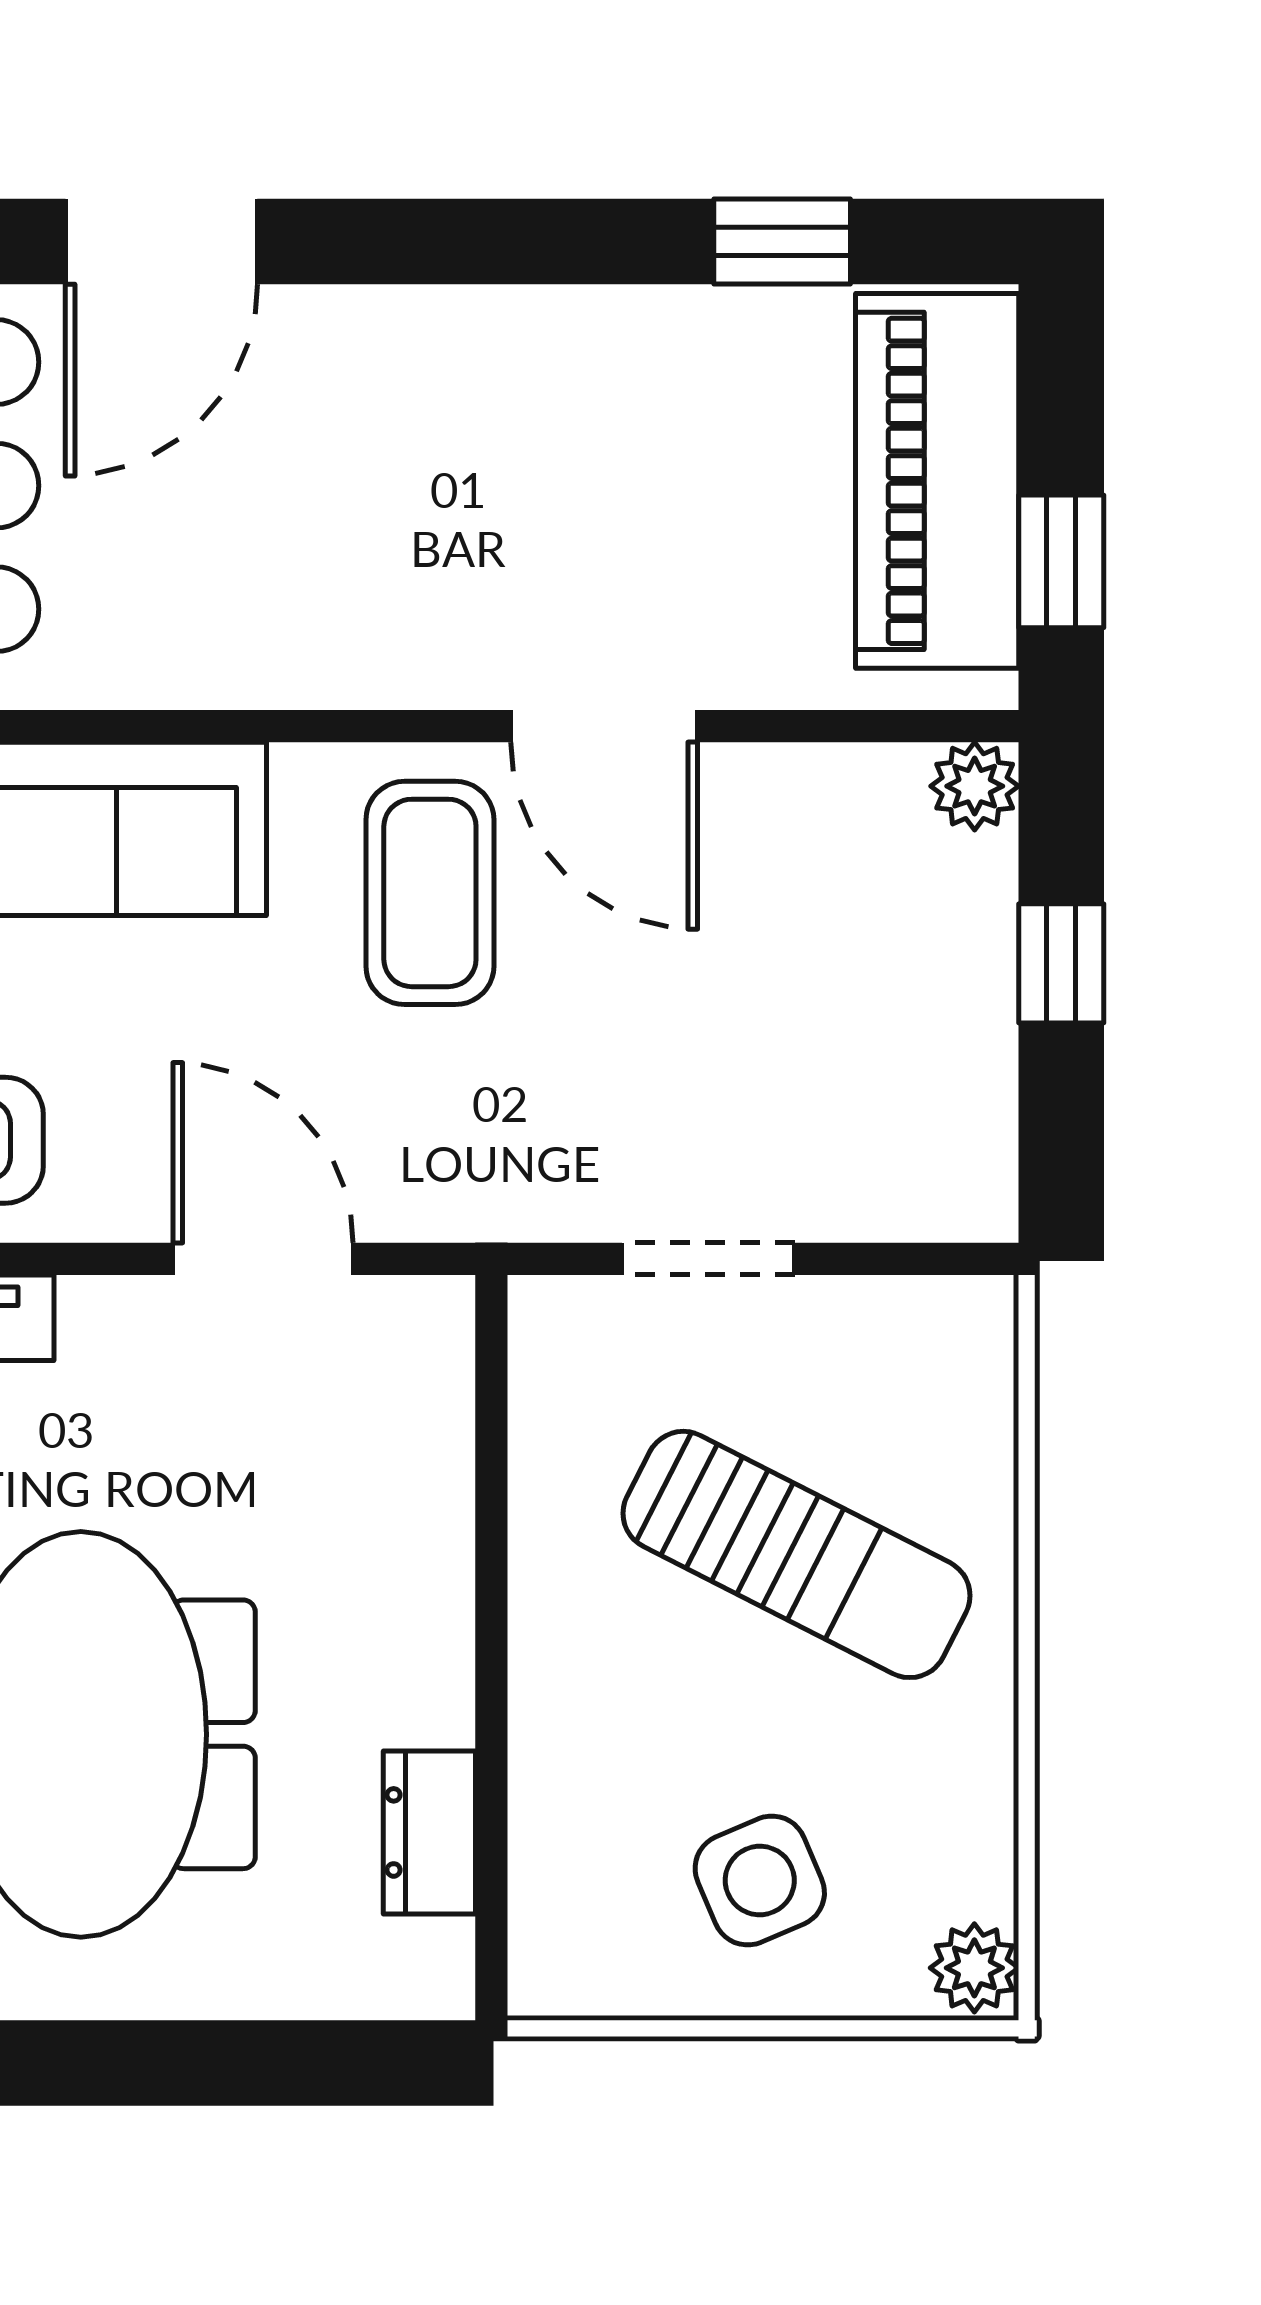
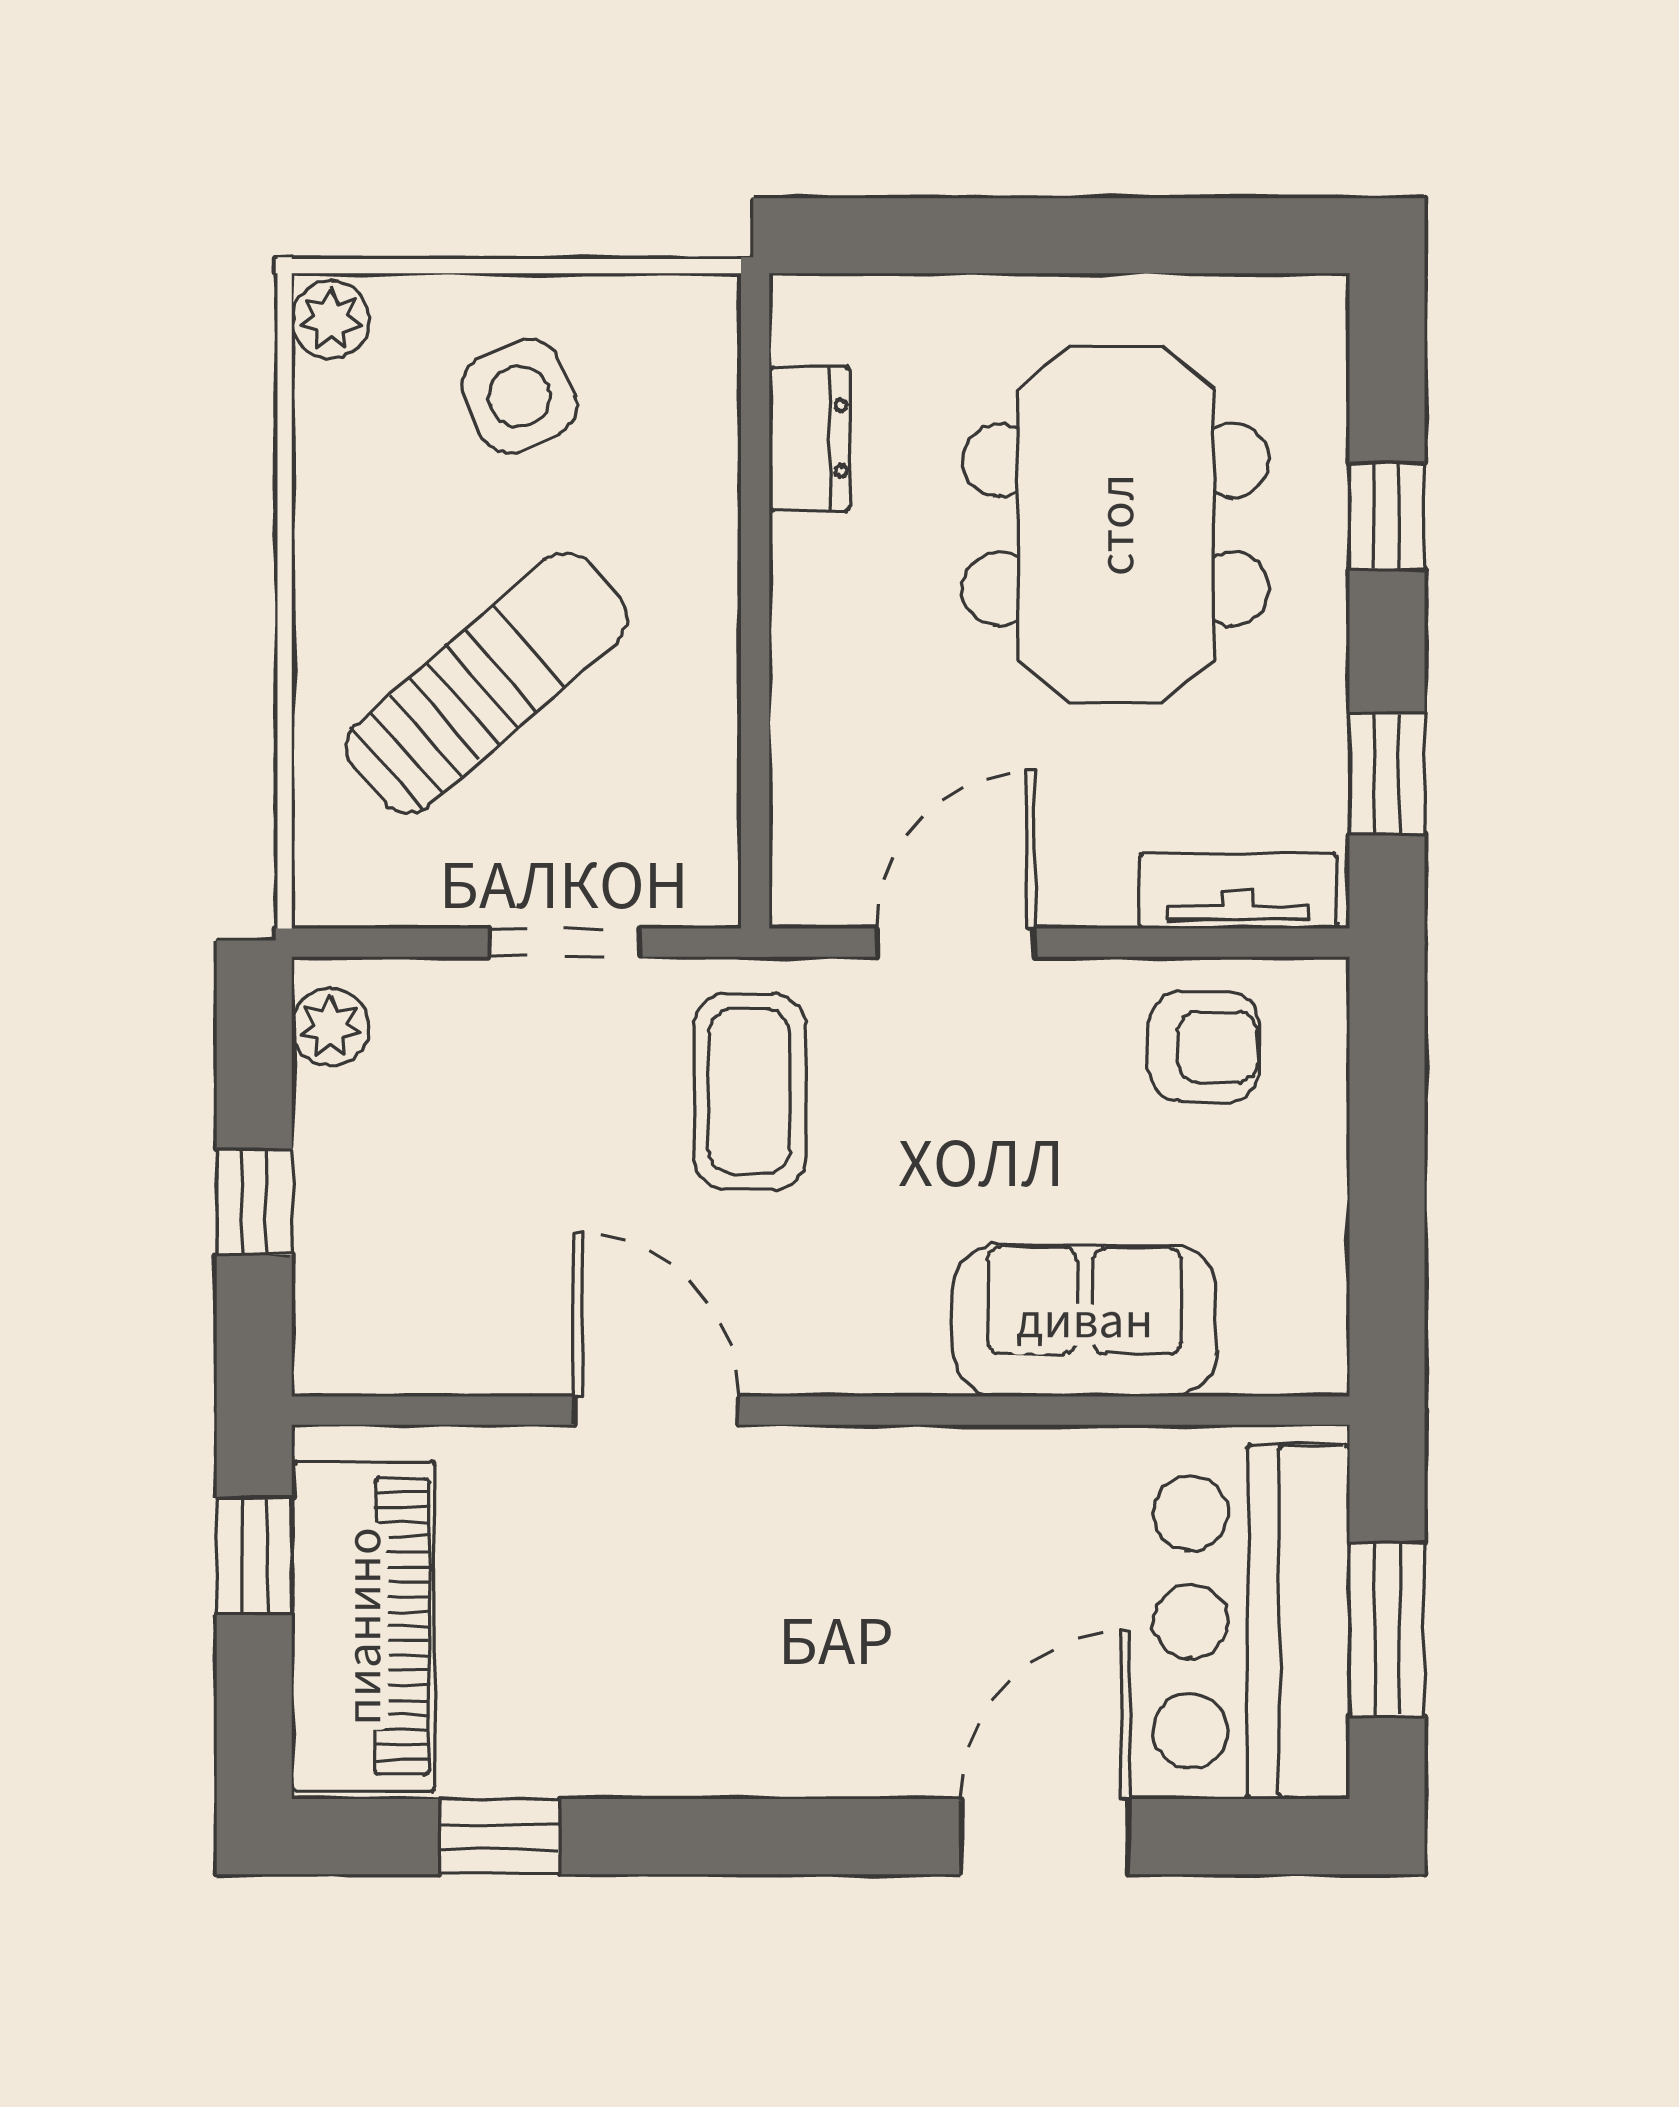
plant: (975, 786) -> (330, 1027), moved
coffee table: (430, 893) -> (749, 1091), moved
door: (263, 1259) -> (956, 943), swing flipped
sun lounger: (797, 1554) -> (487, 683), turned 112

